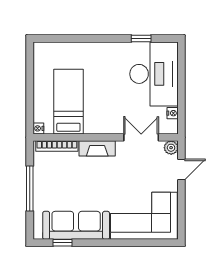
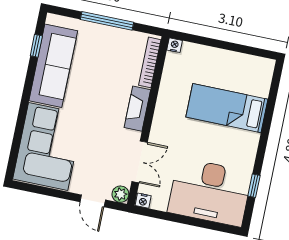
bed: (68, 102) -> (227, 108), moved, turned 180
nightstand: (173, 113) -> (143, 201), moved

